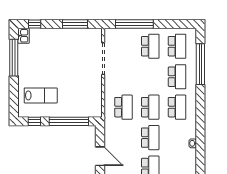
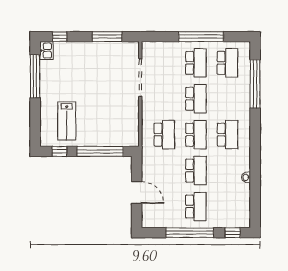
window: (134, 24) -> (201, 37), moved
school desk: (177, 77) -> (196, 99), moved
lab bench: (41, 95) -> (67, 121), turned 90

